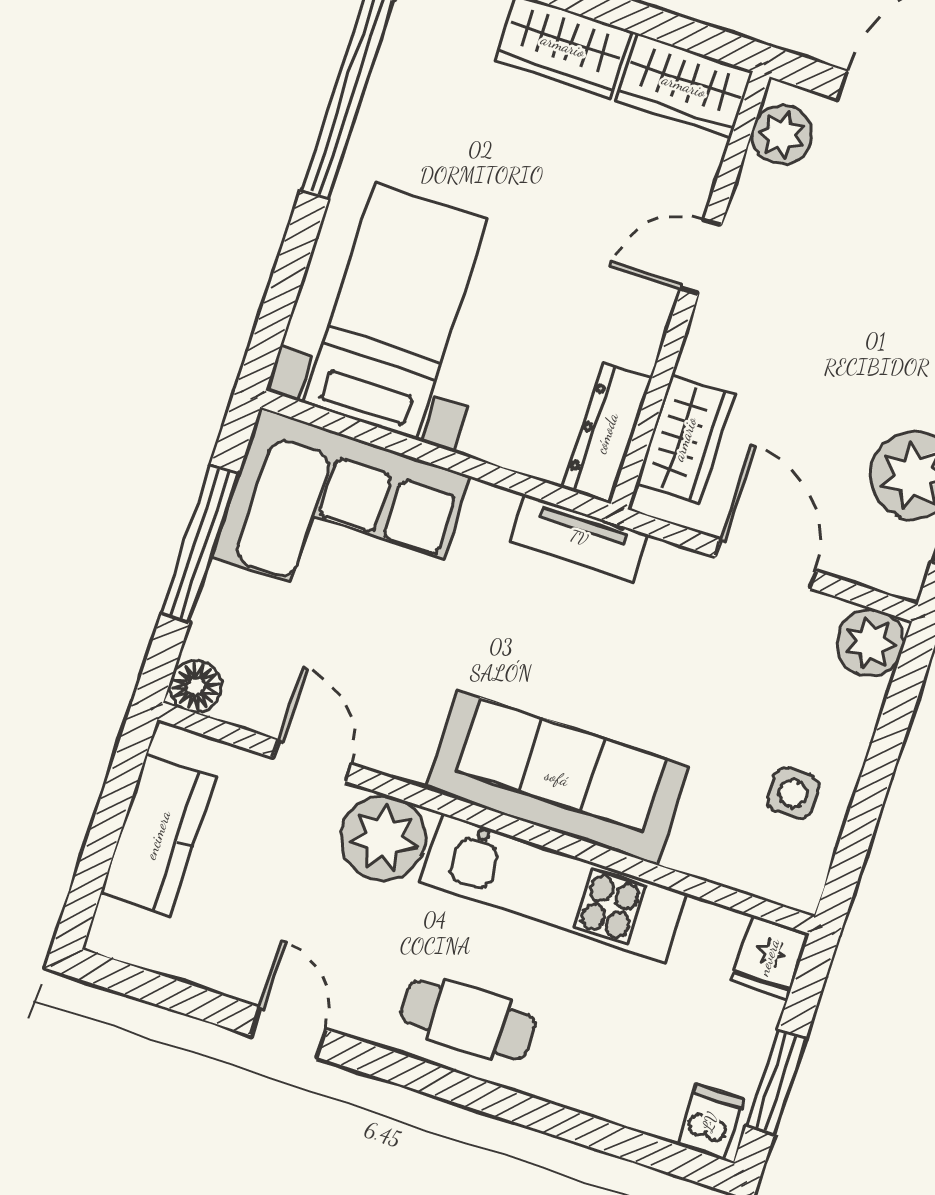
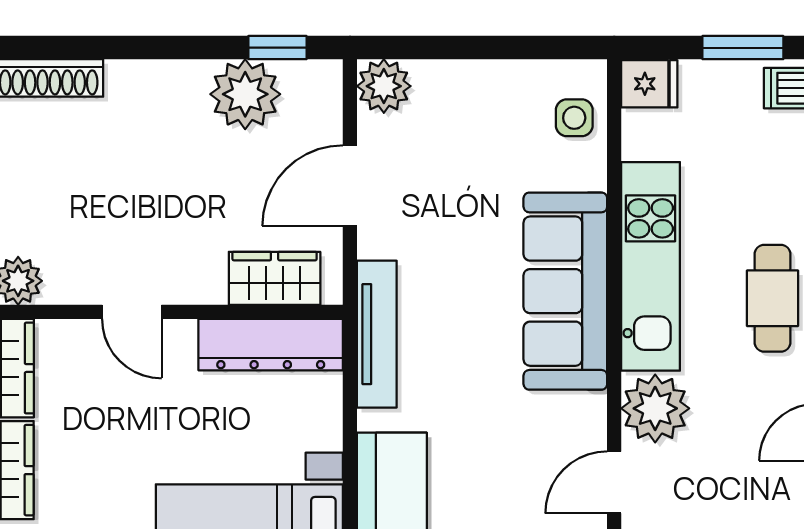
dresser: (607, 433) -> (271, 345), width x1.37, depth x1.24
tv unit: (579, 538) -> (377, 334), width x1.41
side table: (793, 793) -> (574, 118), moved

